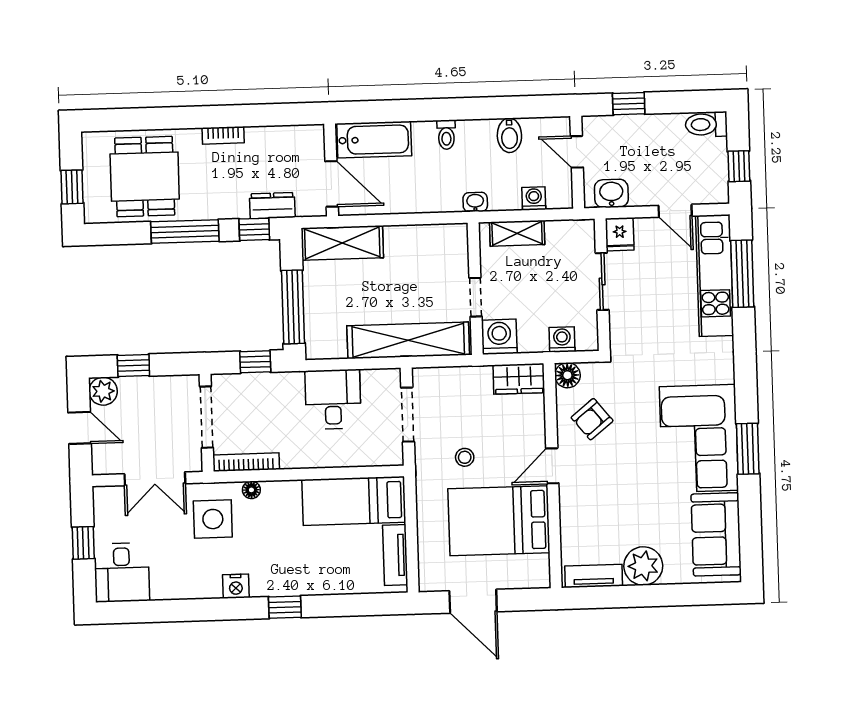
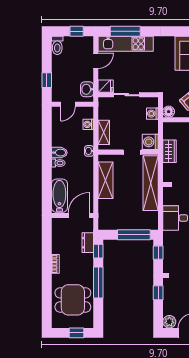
bidet: (509, 135) -> (59, 153), moved
shelving: (342, 243) -> (106, 180), moved
window: (133, 366) -> (158, 293), moved
wardrobe: (519, 379) -> (170, 151), moved

